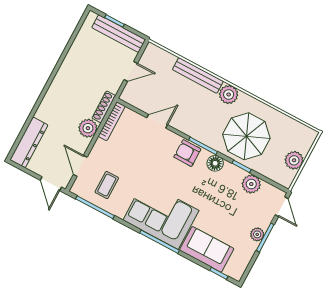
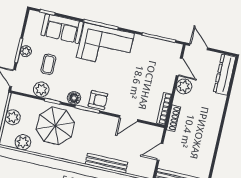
plant: (229, 94) -> (23, 142), moved
plant: (88, 128) -> (184, 86), moved
coffee table: (107, 185) -> (48, 64), moved

